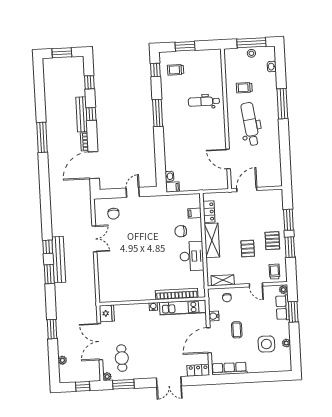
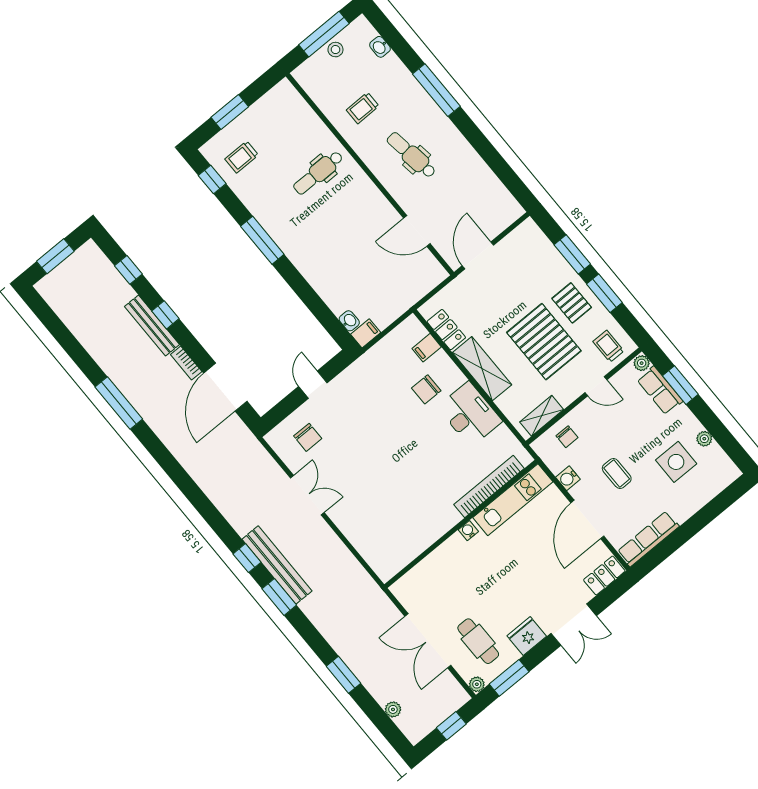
dental chair: (250, 124) -> (411, 155), width x0.73, depth x0.72
pallet: (248, 249) -> (544, 342), width x2.05, depth x2.00
fridge: (107, 313) -> (527, 636), moved, turned -90

